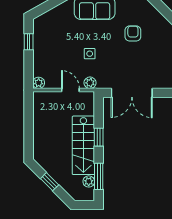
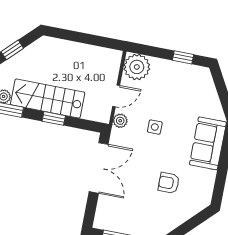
armchair: (133, 33) -> (169, 183), turned 180
plant: (39, 83) -> (137, 67), width x1.87, depth x1.87
double door: (132, 93) -> (99, 168), swing flipped

